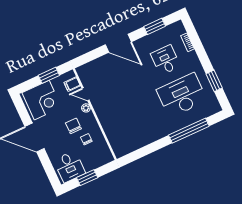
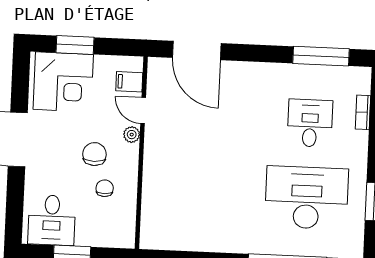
window: (155, 26) -> (321, 56), width x1.44
door: (118, 43) -> (197, 50), moved
window: (49, 75) -> (75, 45), moved

